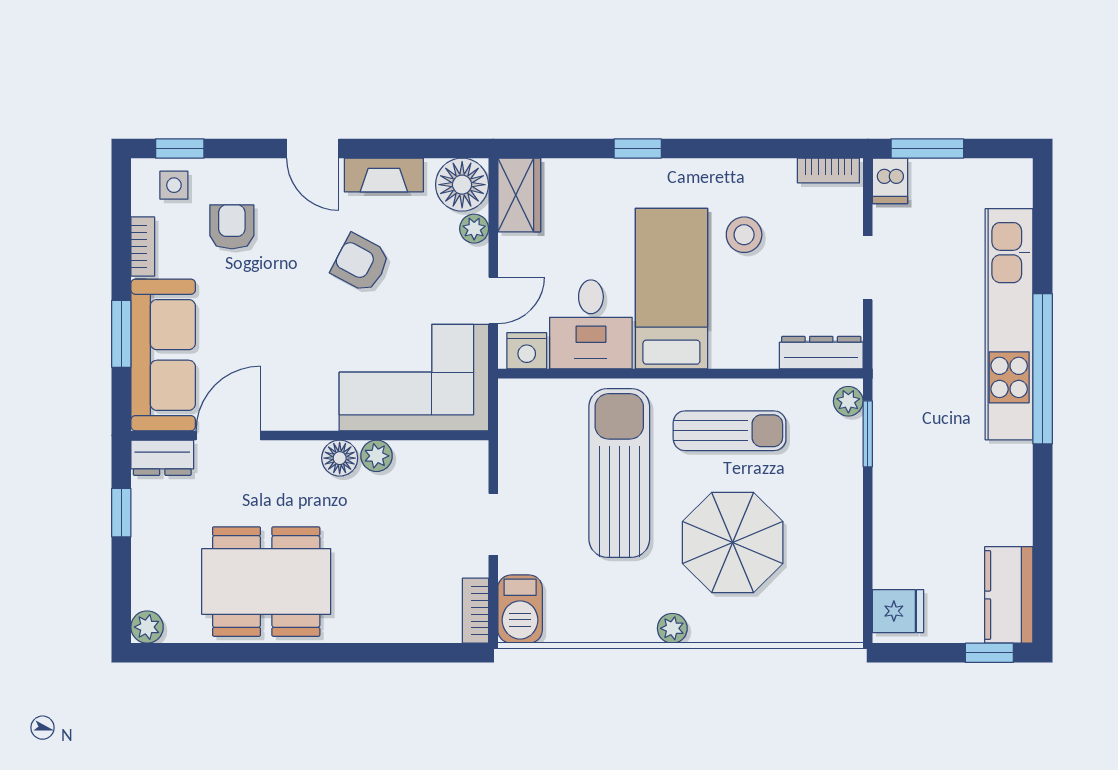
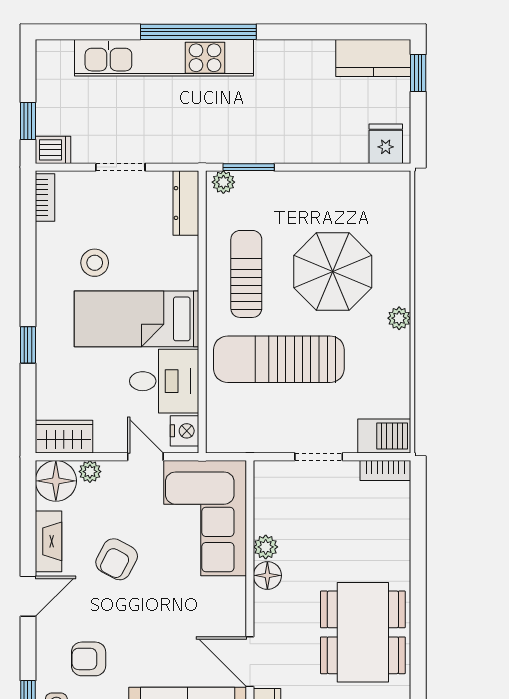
window: (927, 148) -> (28, 121), width x0.67

